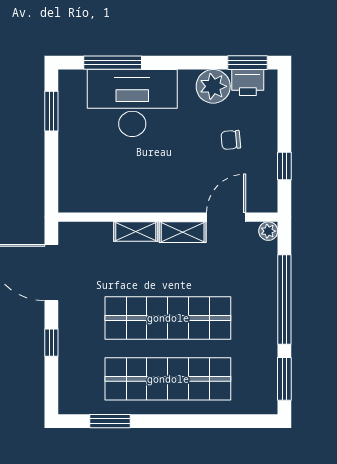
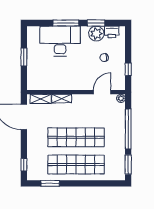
window: (113, 63) -> (66, 23), moved
window: (247, 63) -> (96, 23), moved
window: (51, 111) -> (24, 57), moved
shelving: (183, 232) -> (41, 99), moved
window: (51, 343) -> (24, 165), moved

